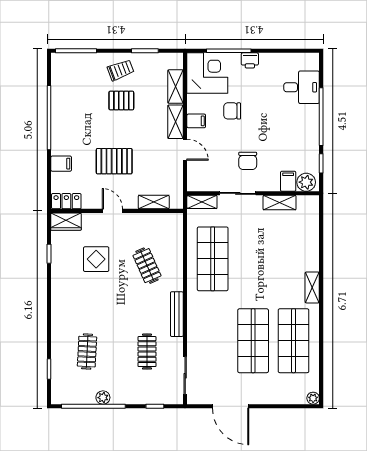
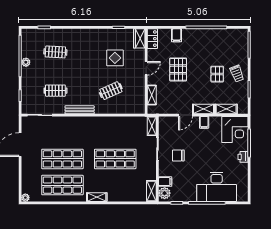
desk: (302, 87) -> (217, 187), width x1.87, depth x1.30
chair: (232, 111) -> (210, 145), removed
shelving: (280, 203) -> (151, 191), moved
shop shelf: (213, 259) -> (115, 159), moved

